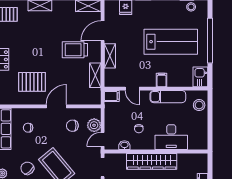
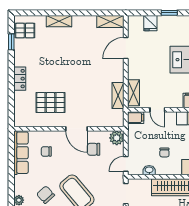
trolley: (75, 50) -> (96, 68), removed
shelving: (110, 56) -> (134, 93), moved
door: (56, 106) -> (77, 129), swing flipped
plant: (94, 125) -> (117, 138), moved

